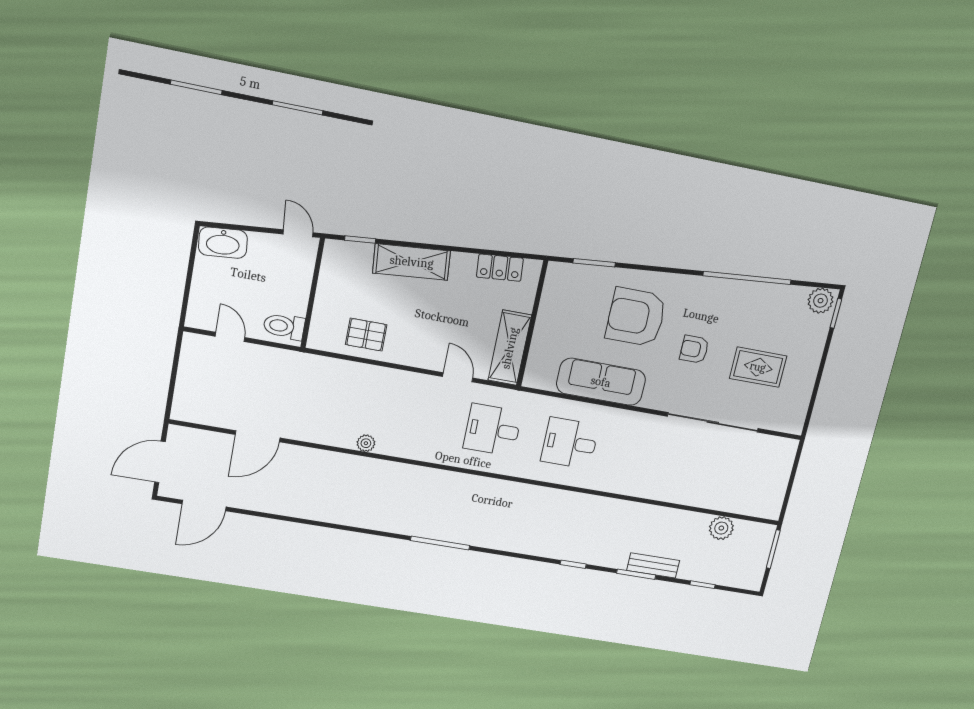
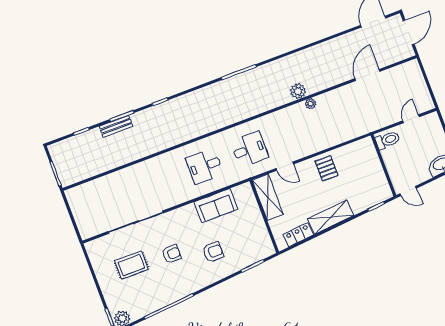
shelving: (412, 262) -> (331, 217), moved
armchair: (636, 317) -> (213, 252), width x0.53, depth x0.53
pallet: (366, 335) -> (327, 168), moved, turned 90
door: (230, 337) -> (411, 119), swing flipped
sofa: (601, 382) -> (216, 206), width x0.73
desk: (570, 443) -> (205, 166), turned 180
plant: (721, 528) -> (298, 91), moved

